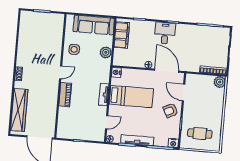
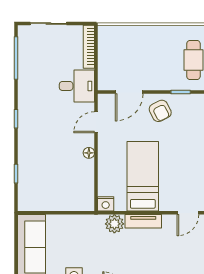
desk: (165, 33) -> (77, 86), moved, turned 180
filing cabinet: (122, 35) -> (44, 200), removed
plant: (106, 52) -> (114, 224), moved
door: (167, 71) -> (96, 122), width x0.53
plant: (220, 82) -> (107, 35), removed
door: (107, 122) -> (188, 213), swing flipped

